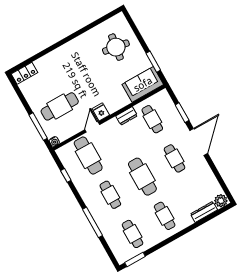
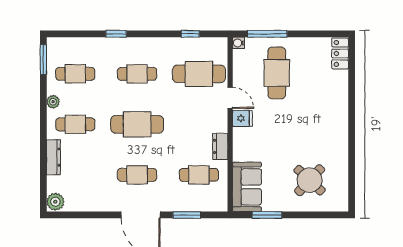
round table: (116, 47) -> (310, 180), turned 34
dresser: (204, 212) -> (53, 157), moved
window: (92, 222) -> (116, 34), width x0.46
plant: (158, 238) -> (53, 102), added

